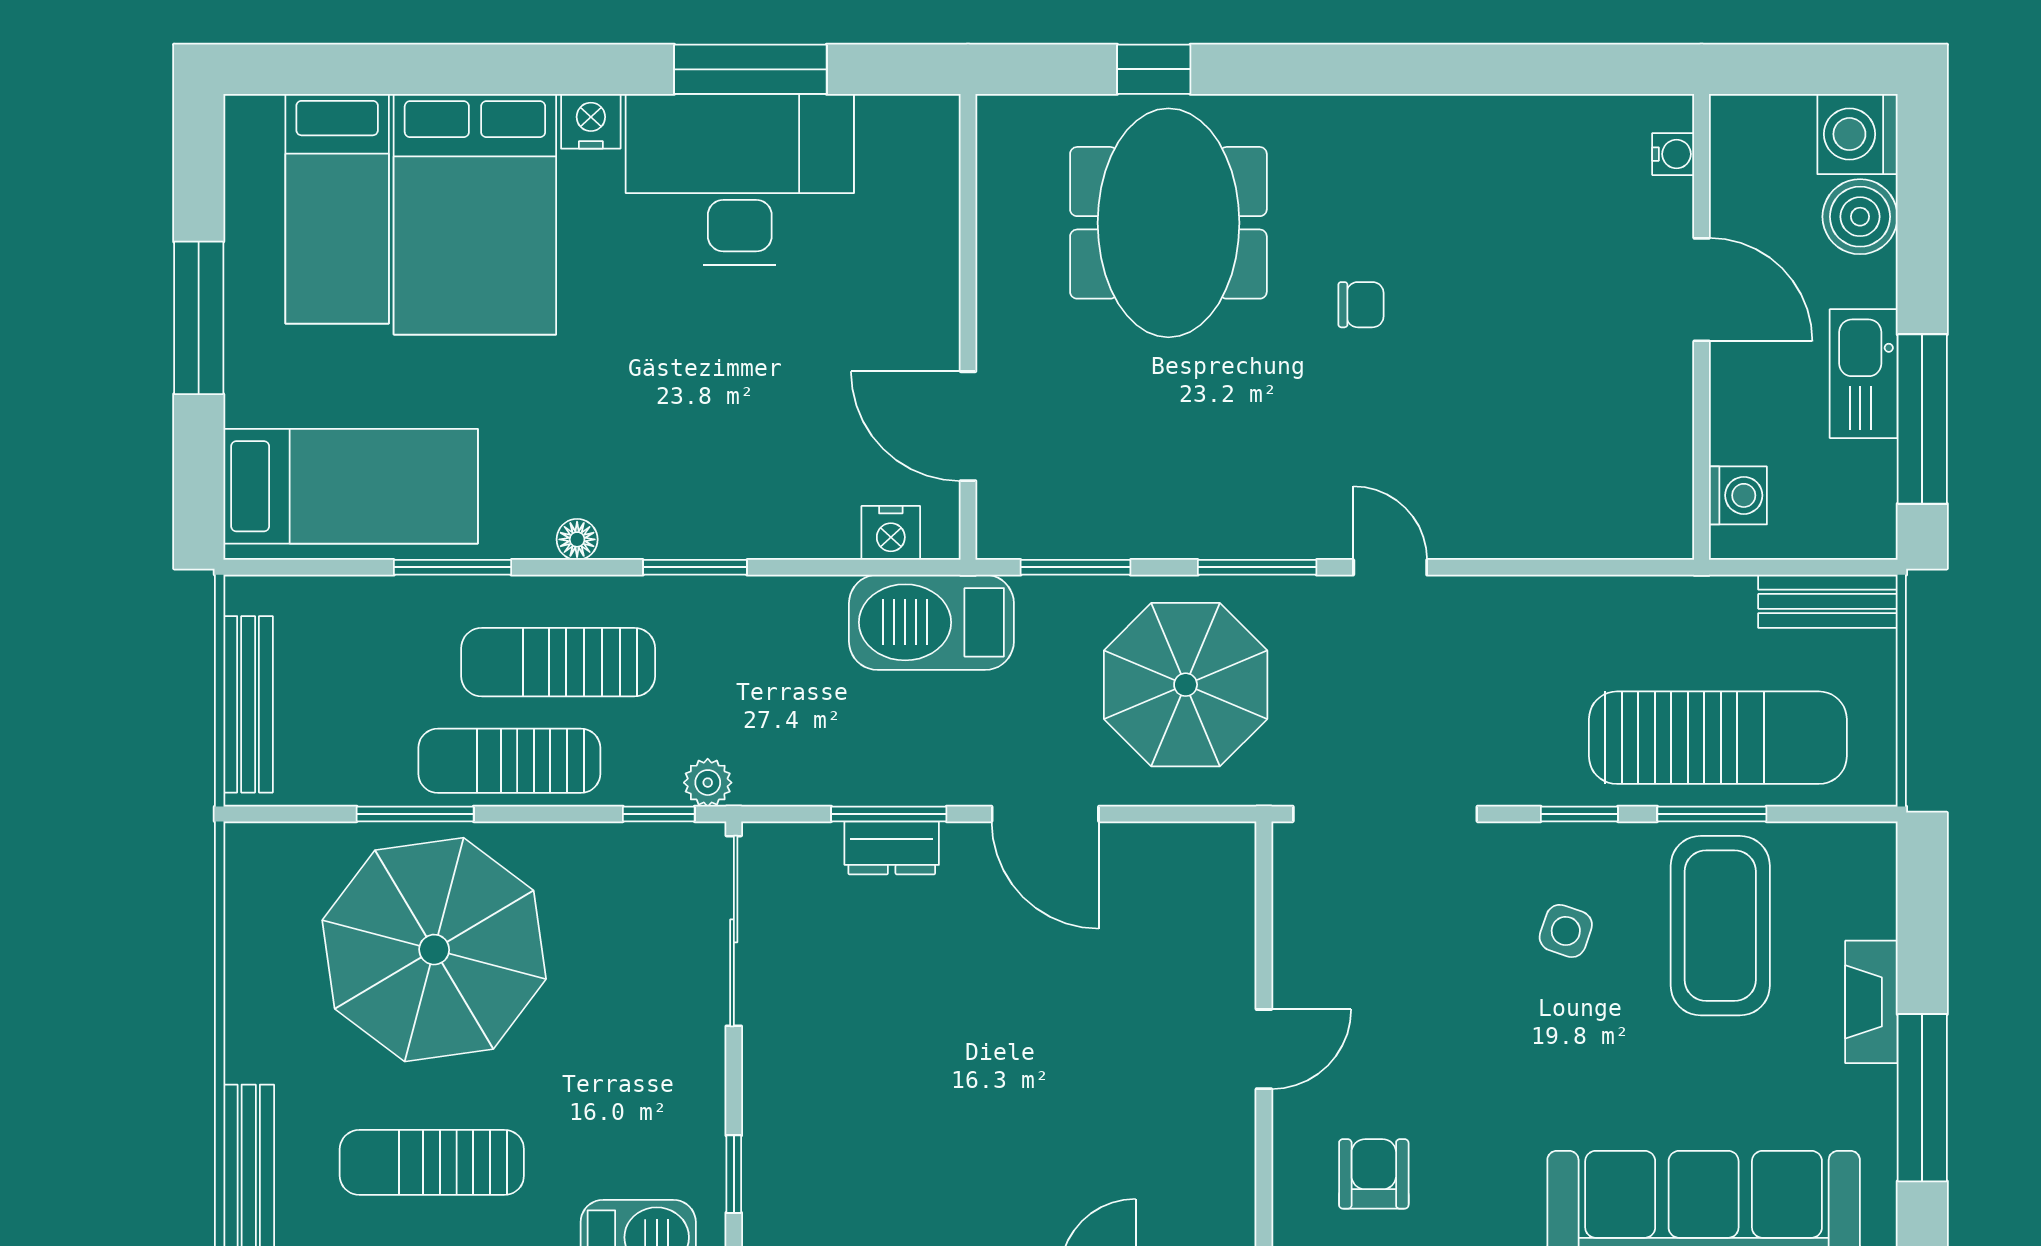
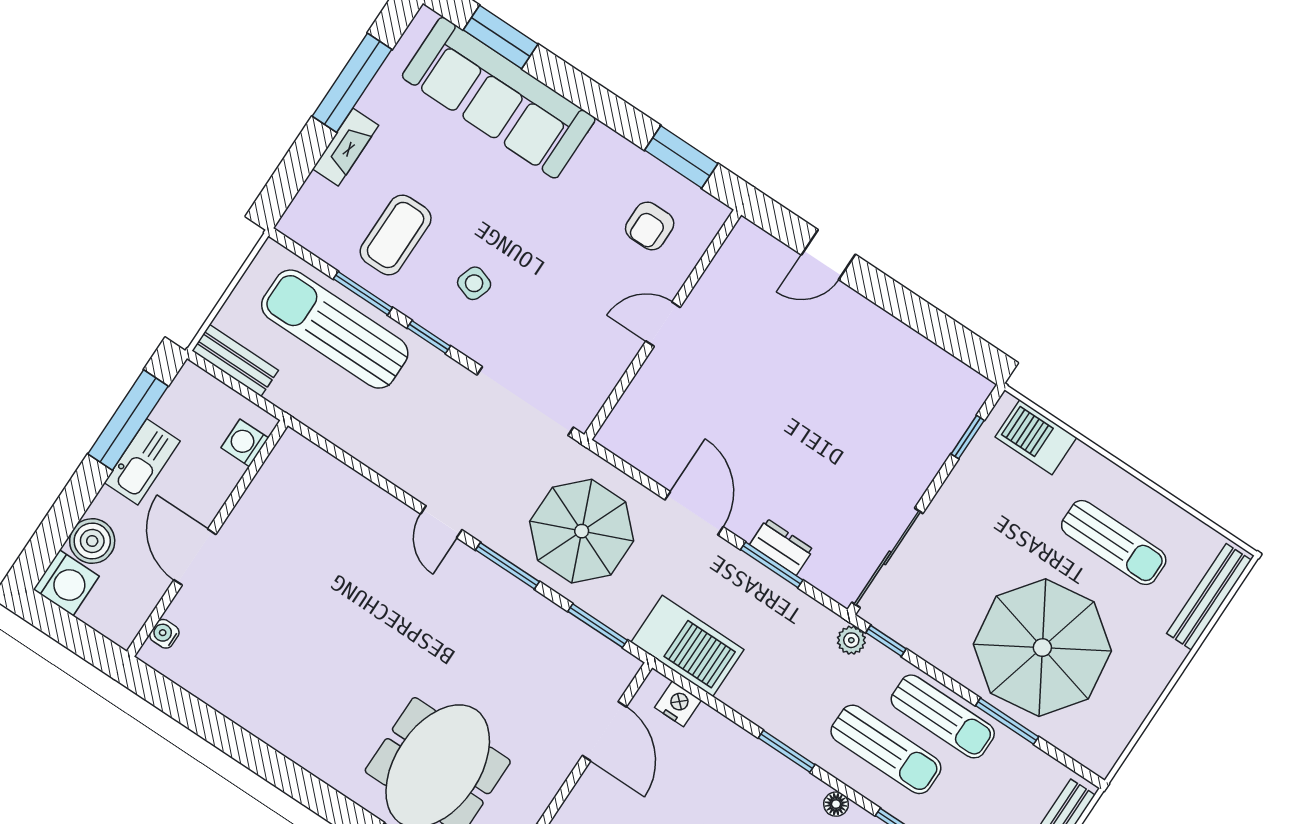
chair: (1361, 305) -> (369, 662), removed
coffee table: (1720, 926) -> (396, 235), width x0.73, depth x0.76

